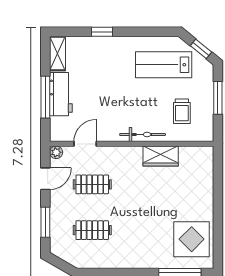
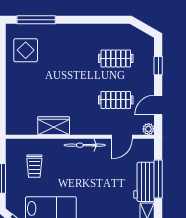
trolley: (182, 111) -> (34, 166), turned 180
bicycle: (143, 135) -> (85, 145), moved
window: (45, 222) -> (158, 66), width x0.67
display table: (192, 239) -> (26, 50), width x0.73, depth x0.73

